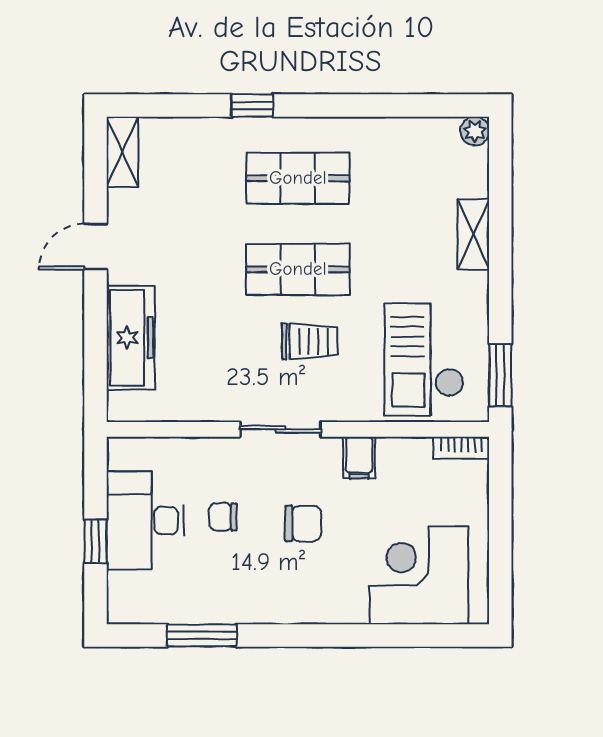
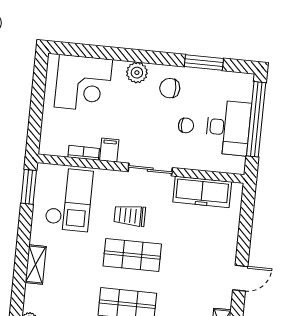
freezer: (131, 338) -> (202, 192), moved, turned -90
bookcase: (461, 448) -> (84, 153), moved
chair: (303, 523) -> (170, 88), moved
window: (95, 541) -> (256, 119), width x3.17
plant: (323, 605) -> (137, 73), added

